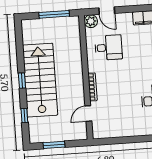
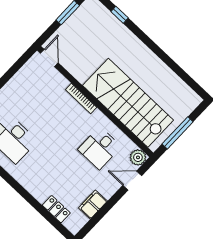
stairs: (40, 80) -> (128, 103), moved, turned 180
window: (22, 81) -> (151, 45), removed
door: (88, 114) -> (49, 58), moved

